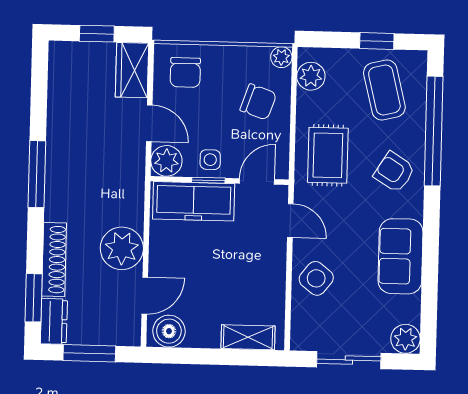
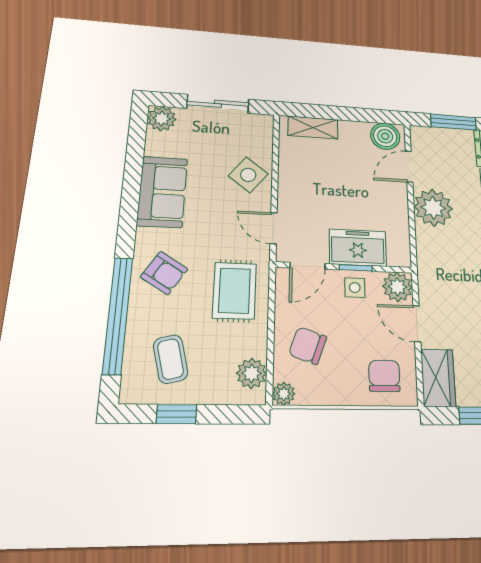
coffee table: (384, 90) -> (171, 359), width x0.73, depth x0.77
freezer: (194, 201) -> (358, 248), width x0.71

